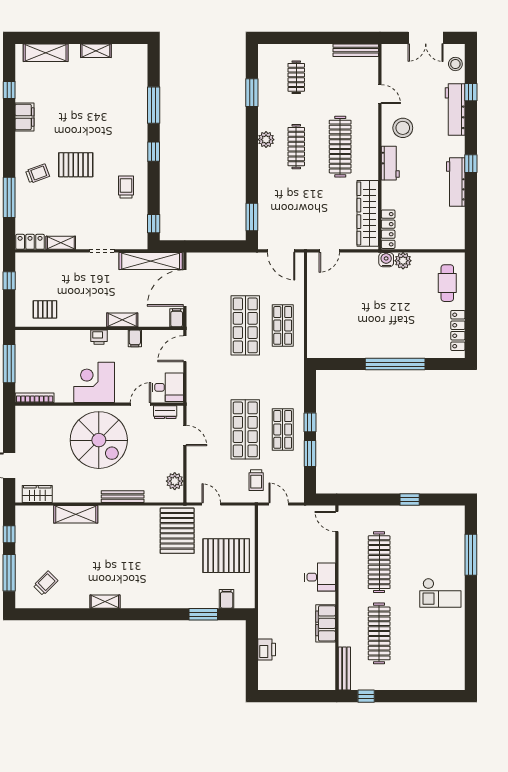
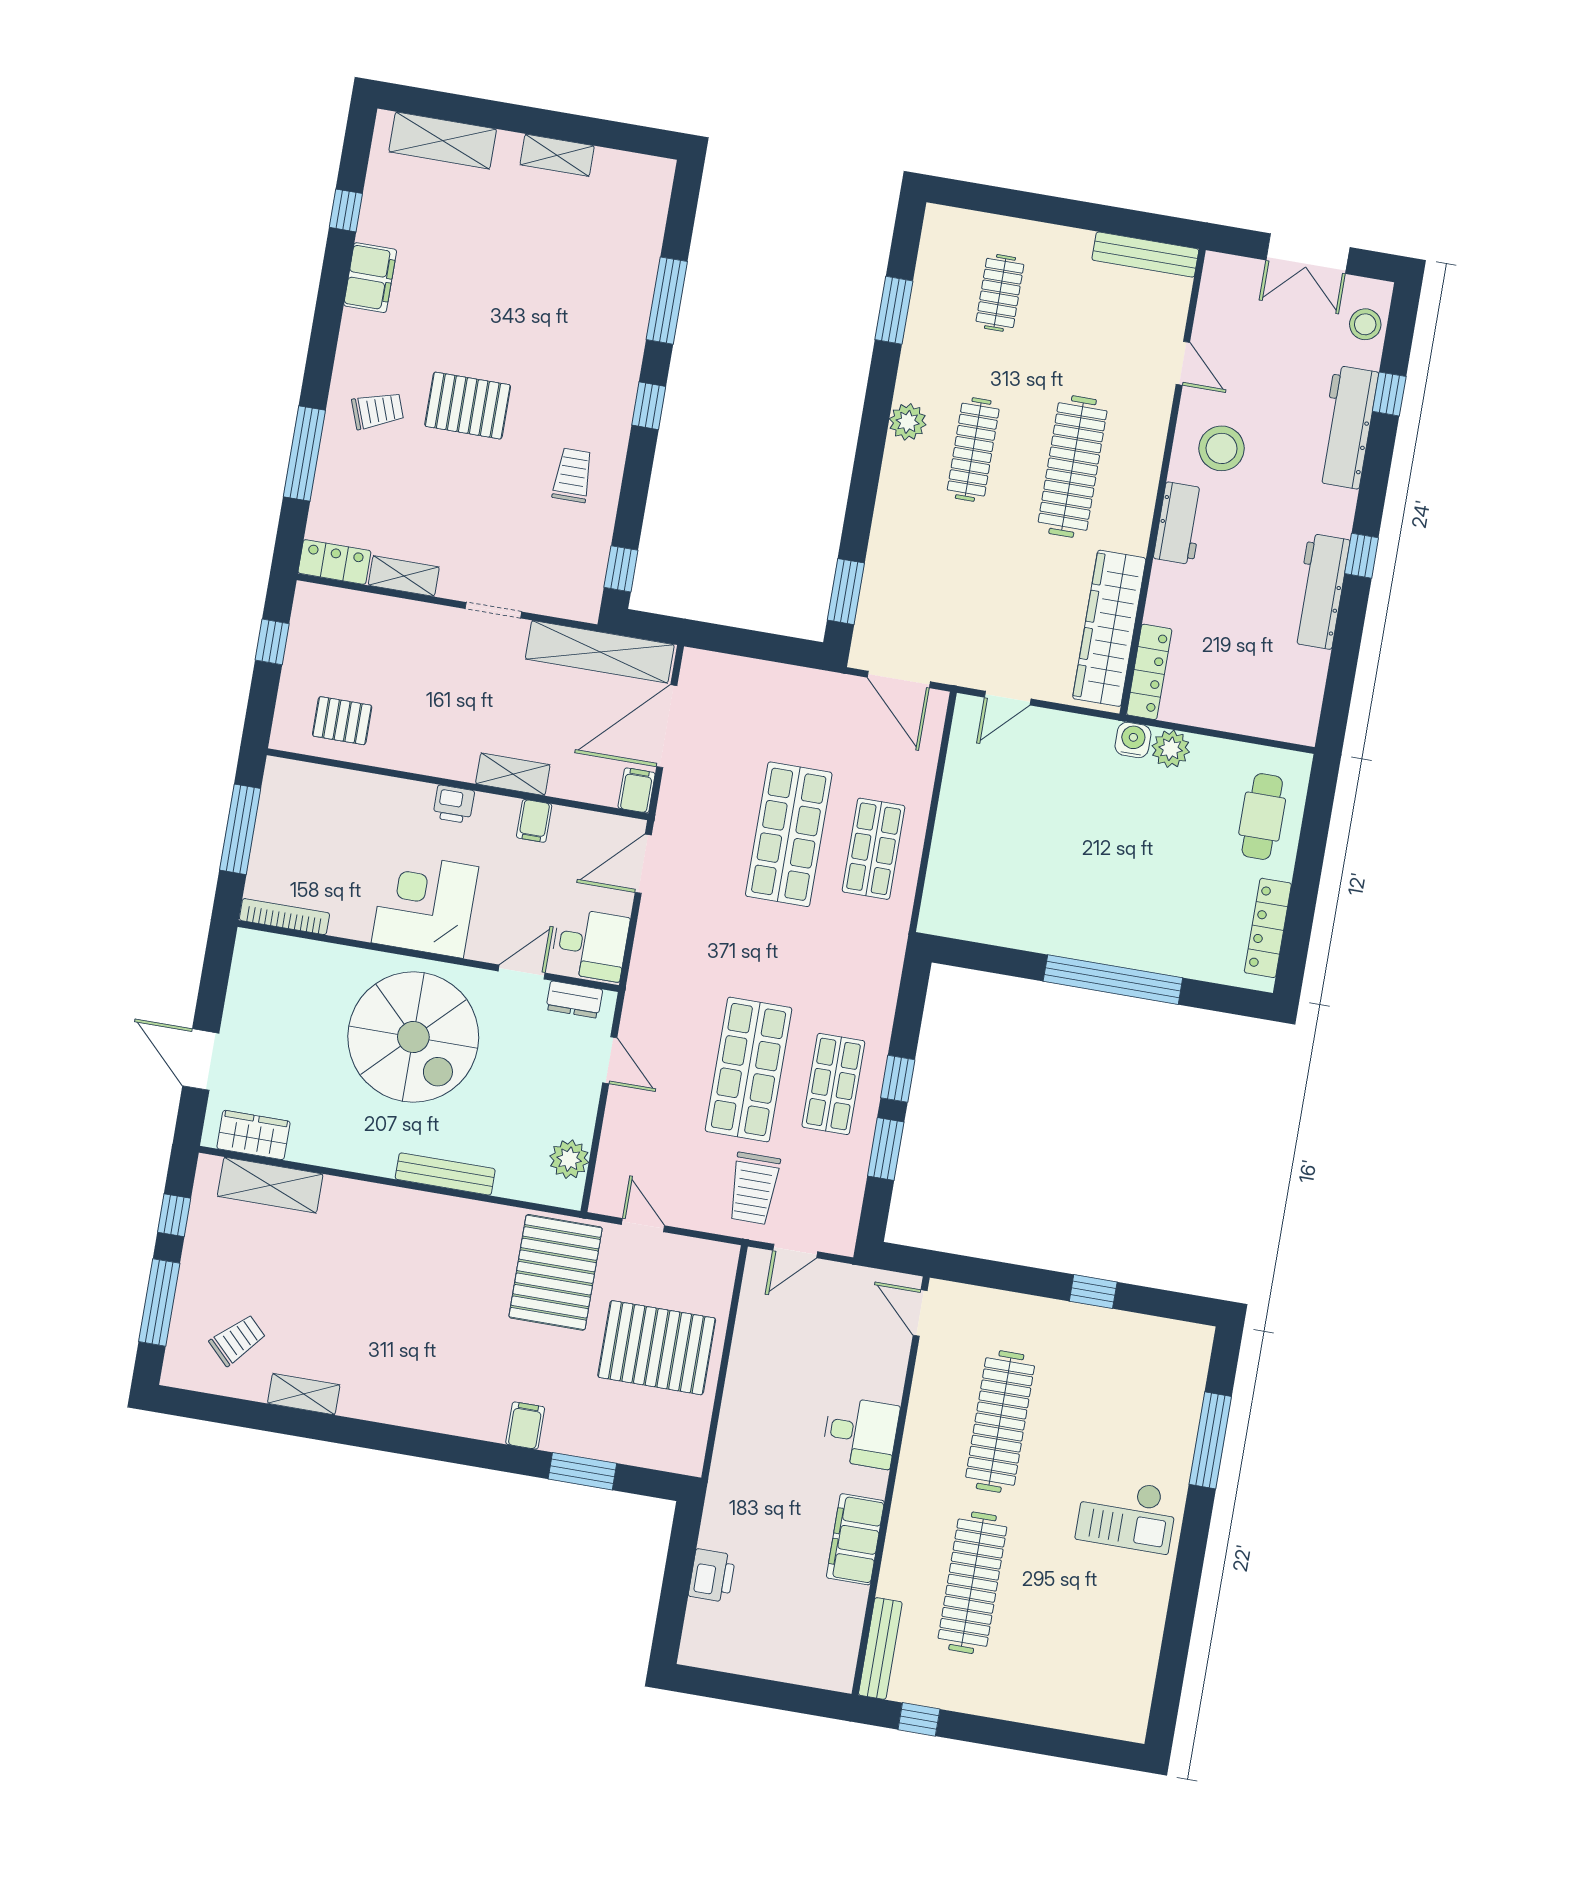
trolley: (256, 480) -> (754, 1188), width x1.36, depth x1.39
door: (279, 504) -> (795, 1251), swing flipped
shelving: (76, 514) -> (270, 1185), moved
filing cabinet: (227, 599) -> (525, 1426), moved
shelving: (105, 602) -> (304, 1394), moved

